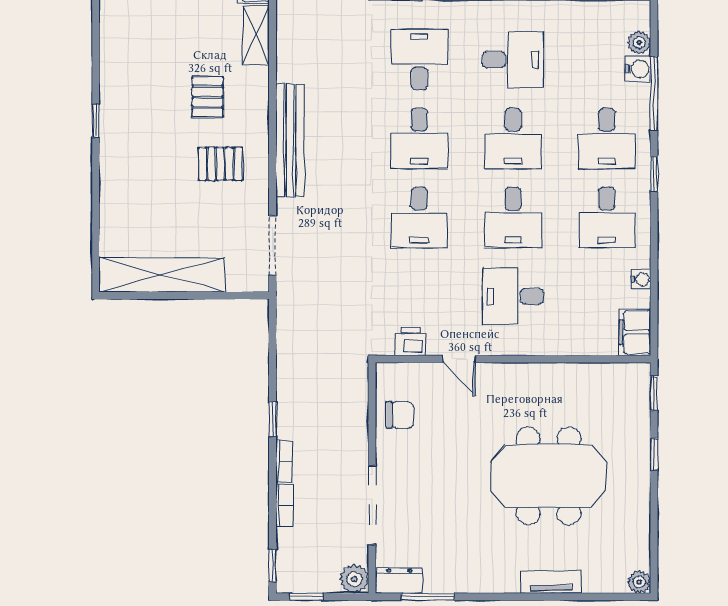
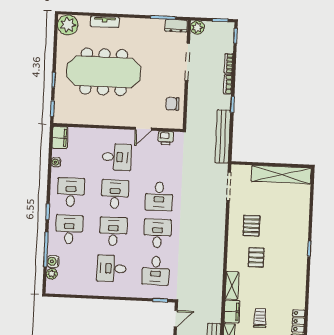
bench: (290, 140) -> (223, 136), moved
pallet: (220, 164) -> (251, 226), turned 90
desk: (419, 217) -> (159, 196), turned 180
door: (459, 359) -> (143, 129), swing flipped
meeting table: (549, 476) -> (104, 72), width x1.36
plant: (639, 582) -> (68, 25), width x1.87, depth x1.87

